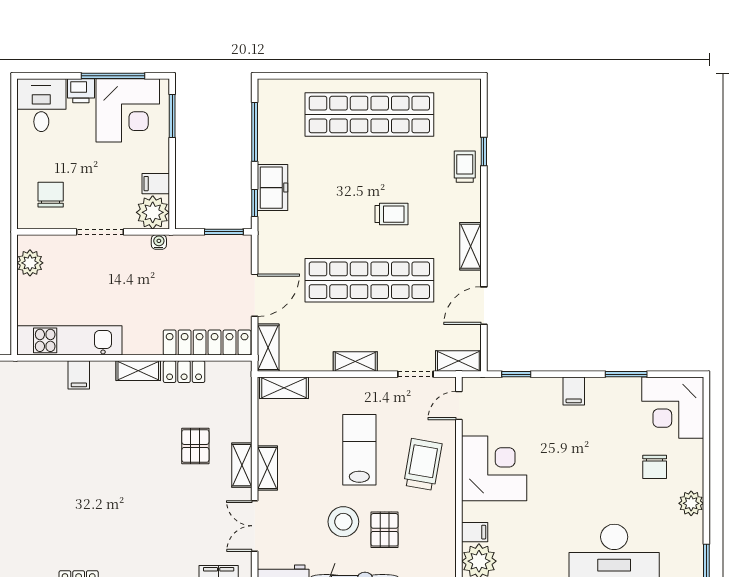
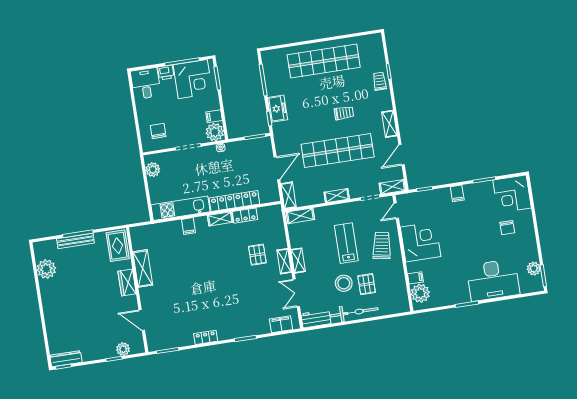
locker: (207, 343) -> (234, 201), moved
plant: (691, 503) -> (534, 269), moved

